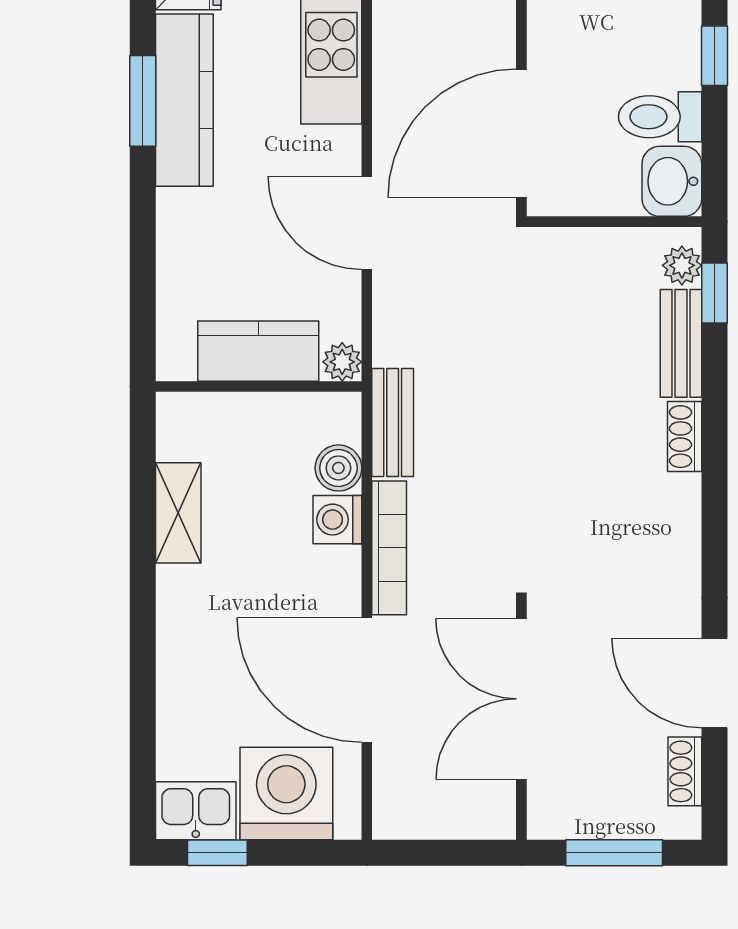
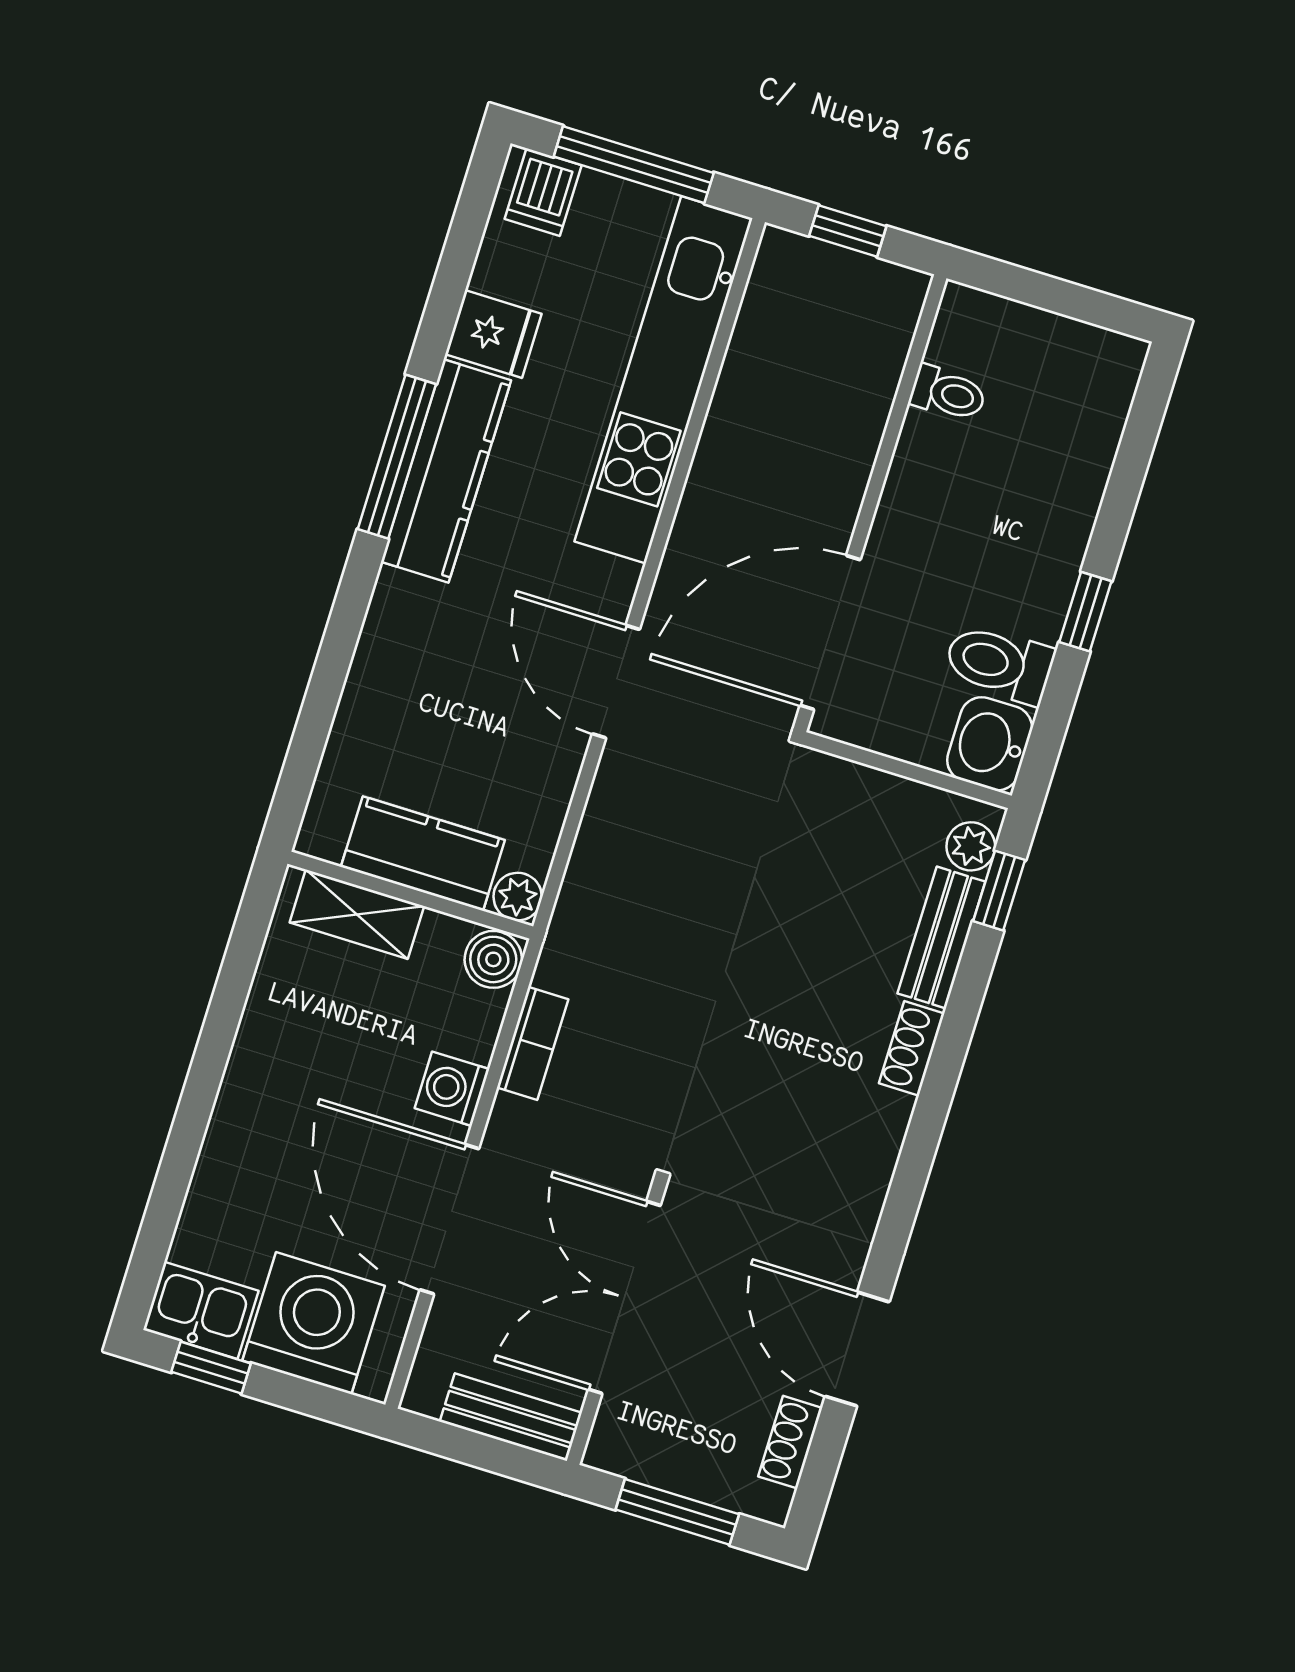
window: (143, 101) -> (397, 457), width x1.44
kitchen counter: (258, 351) -> (423, 853), moved
plant: (342, 362) -> (518, 897), moved
wall: (259, 386) -> (410, 895), moved
bench: (393, 423) -> (511, 1417), moved, turned 90
shelving: (178, 513) -> (357, 914), moved, turned 90
washing machine: (337, 520) -> (452, 1089), moved
bookcase: (389, 548) -> (533, 1043), width x0.64

